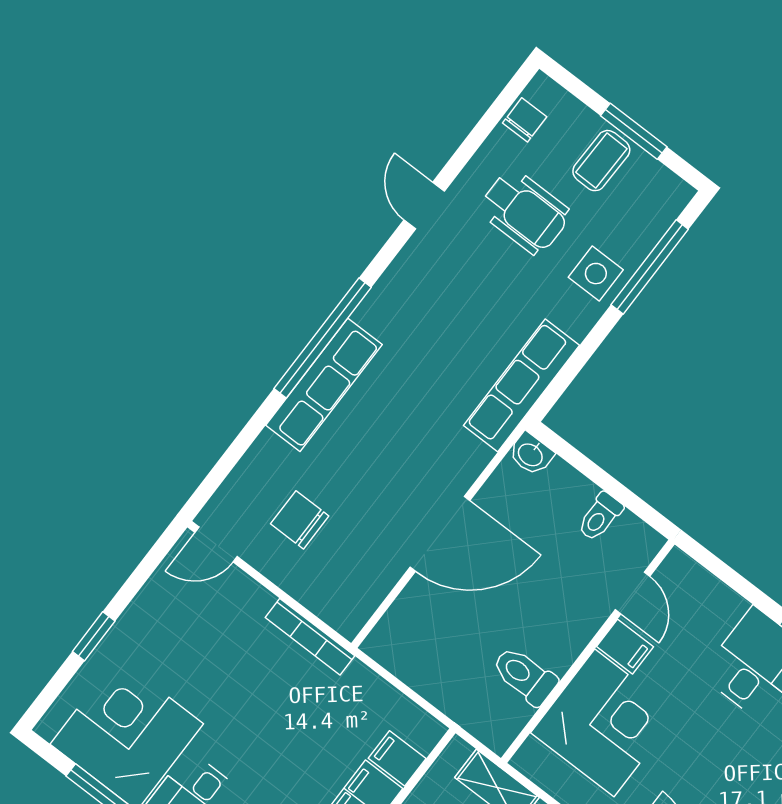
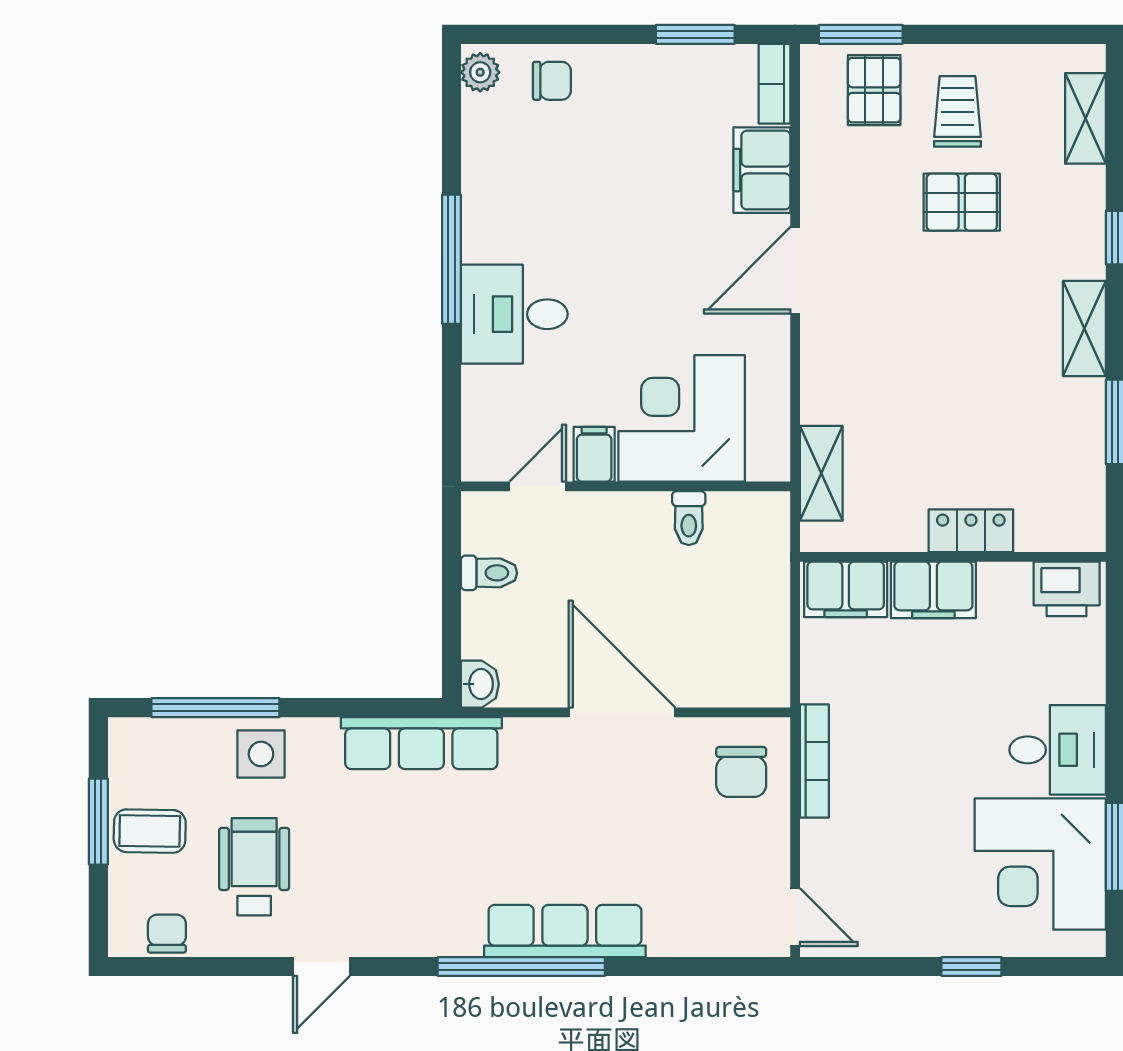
chair: (525, 120) -> (167, 934), turned 90
chair: (300, 520) -> (741, 772), moved
toilet: (525, 676) -> (689, 518), width x0.73, depth x0.72
filing cabinet: (397, 758) -> (846, 589), width x2.00

